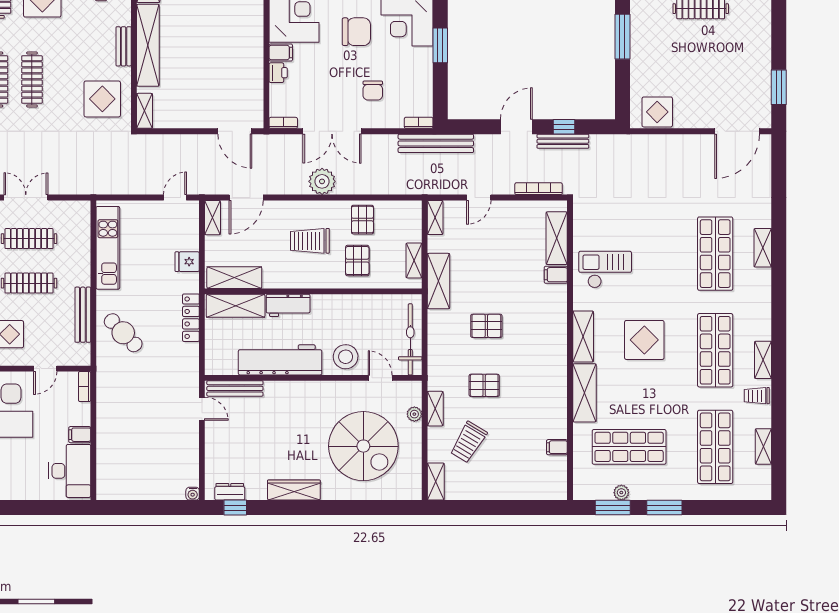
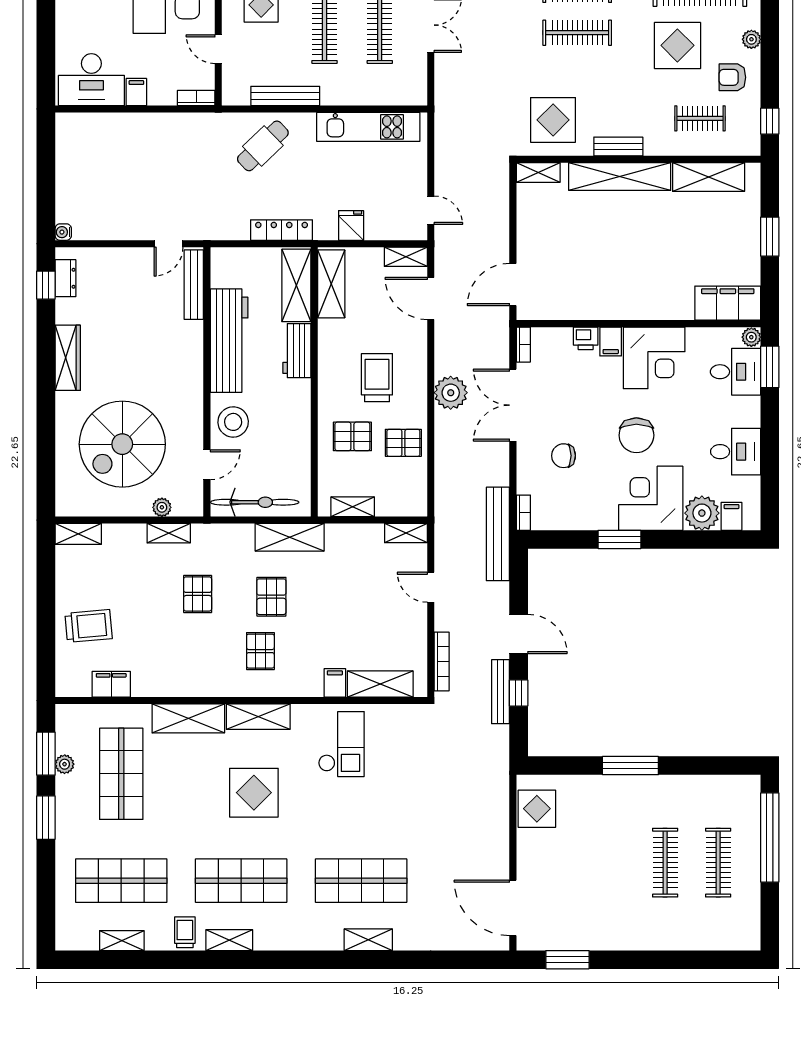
shelving: (439, 281) -> (290, 537), moved
pallet: (530, 335) -> (260, 651), added
trolley: (468, 442) -> (89, 626), moved, turned 144
filing cabinet: (557, 447) -> (111, 684), width x2.00

